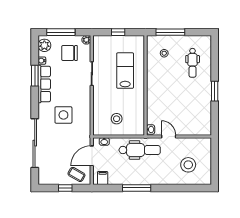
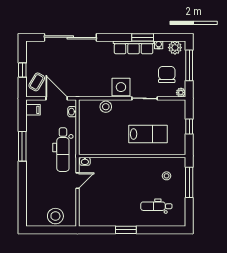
side table: (63, 115) -> (121, 87), moved
stool: (117, 119) -> (106, 107), moved
stool: (188, 165) -> (55, 216), moved

